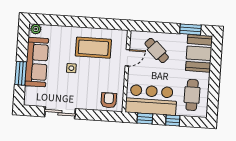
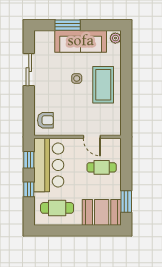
coffee table: (93, 48) -> (103, 85), moved
cafe table: (157, 50) -> (102, 167), turned 46

